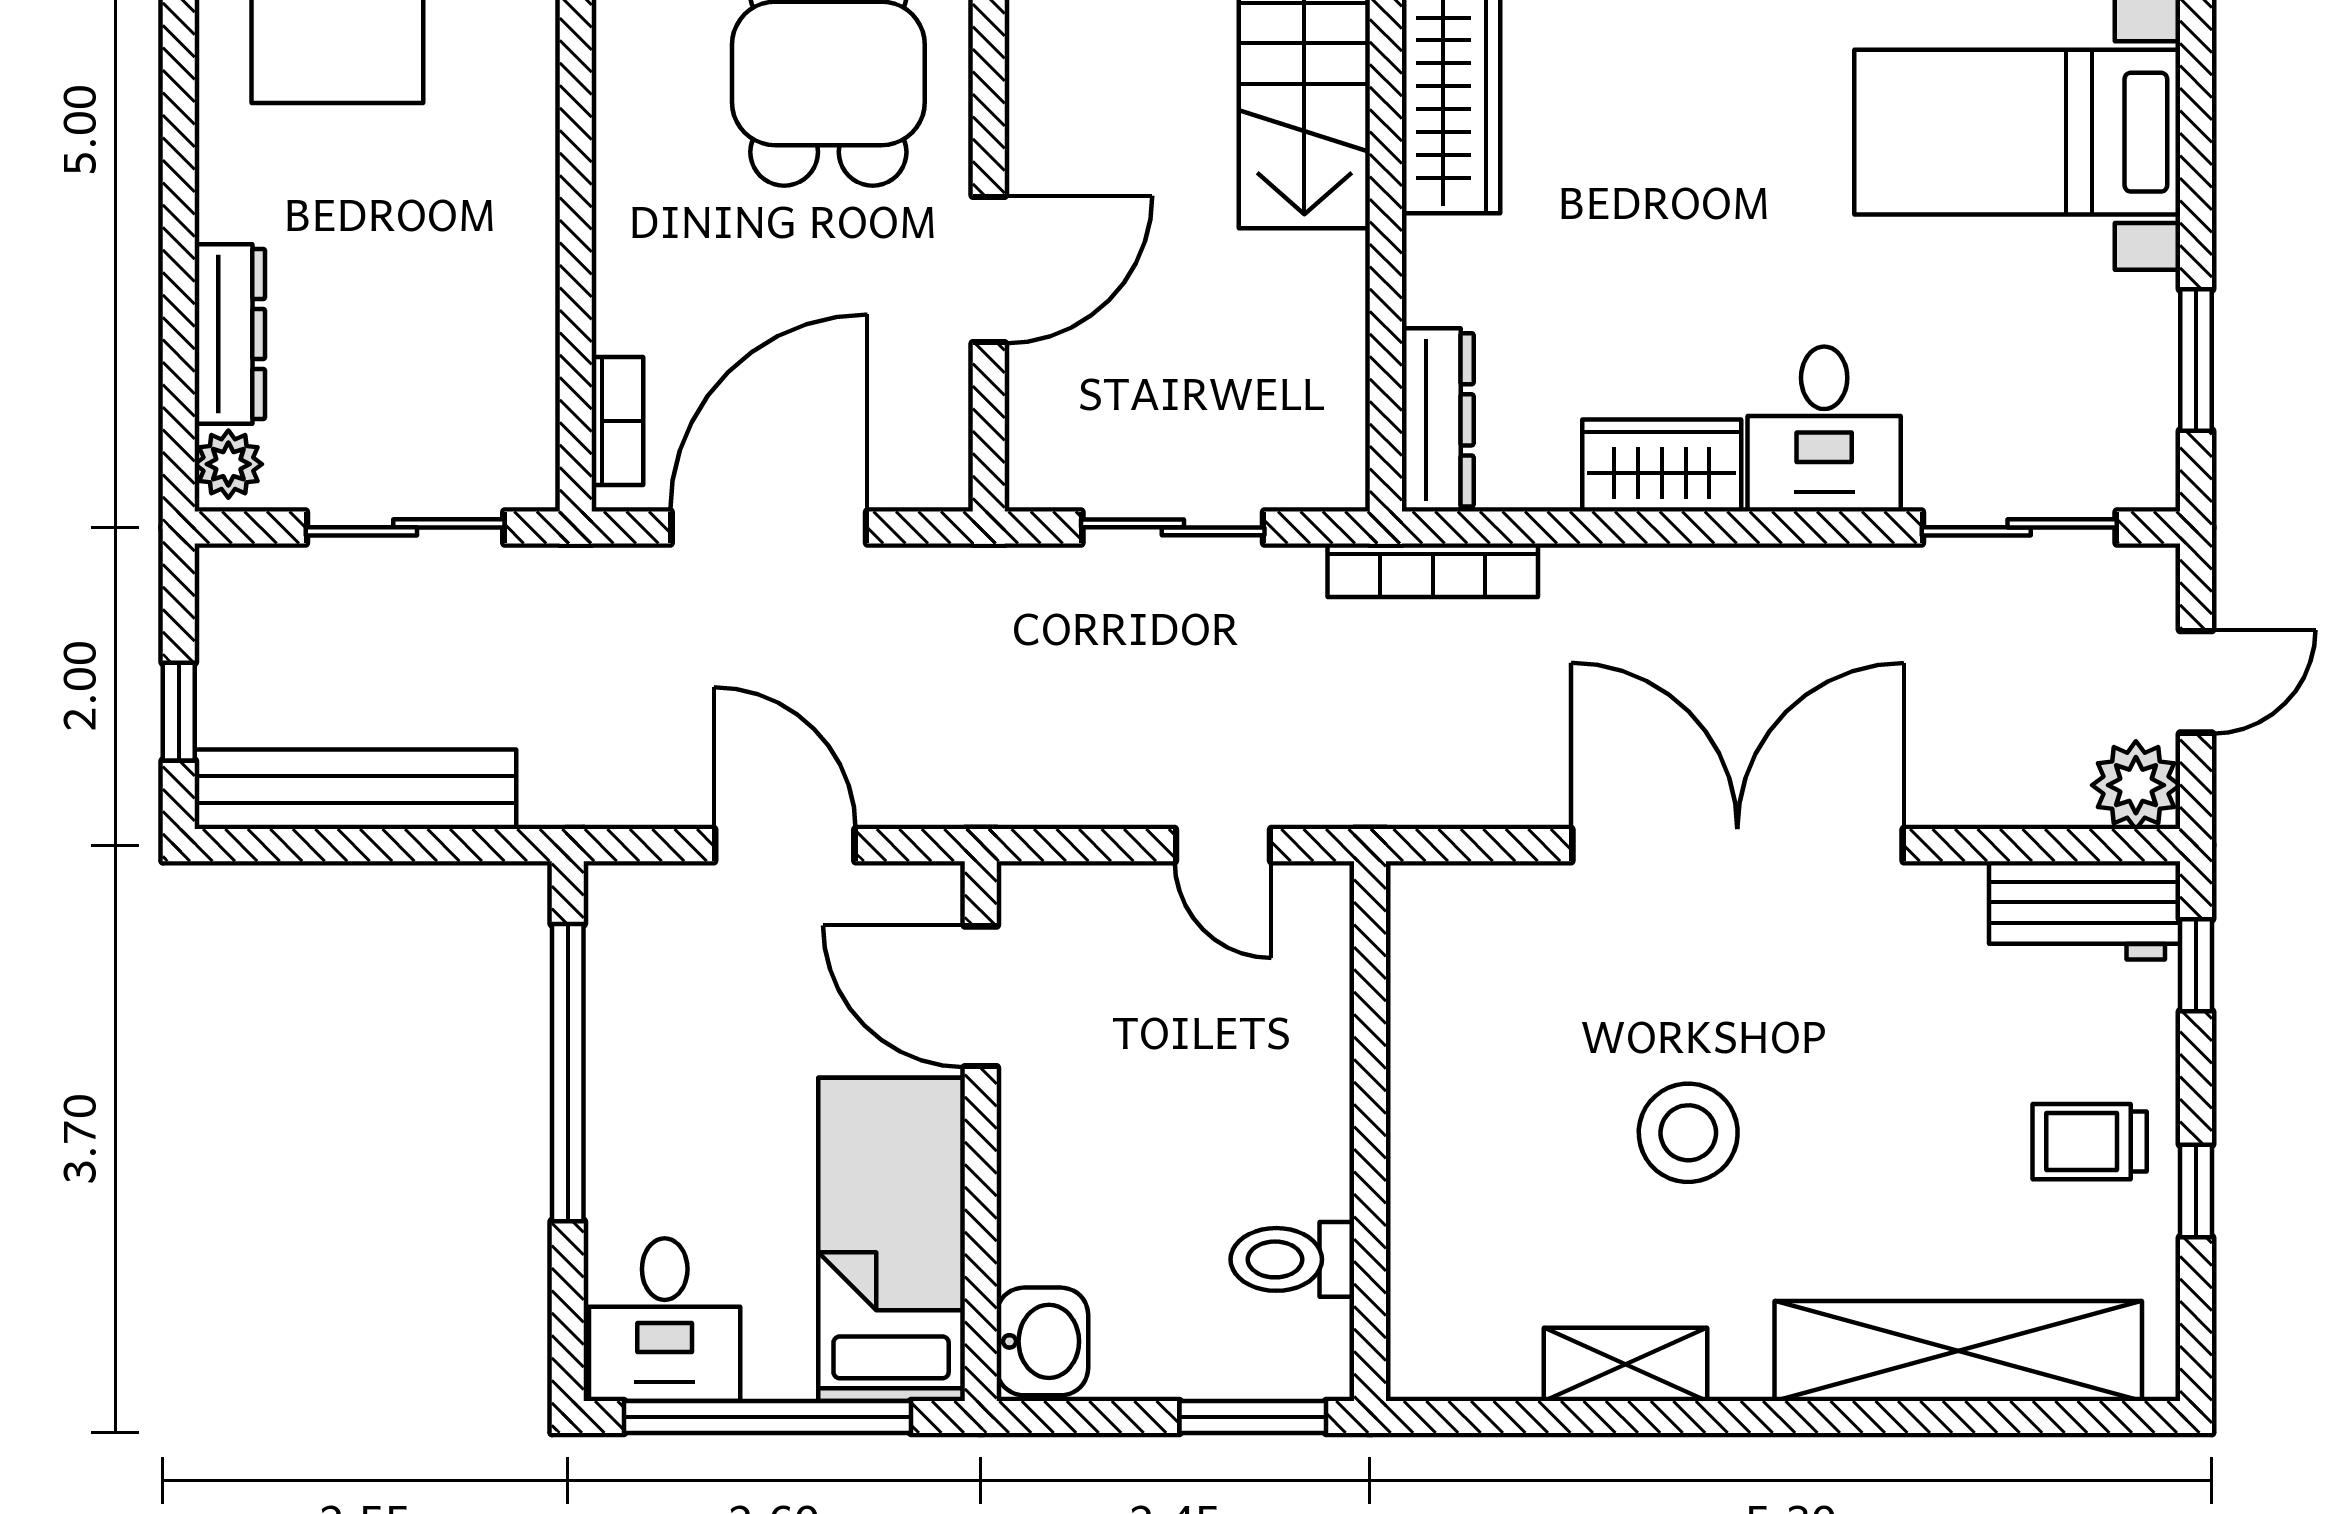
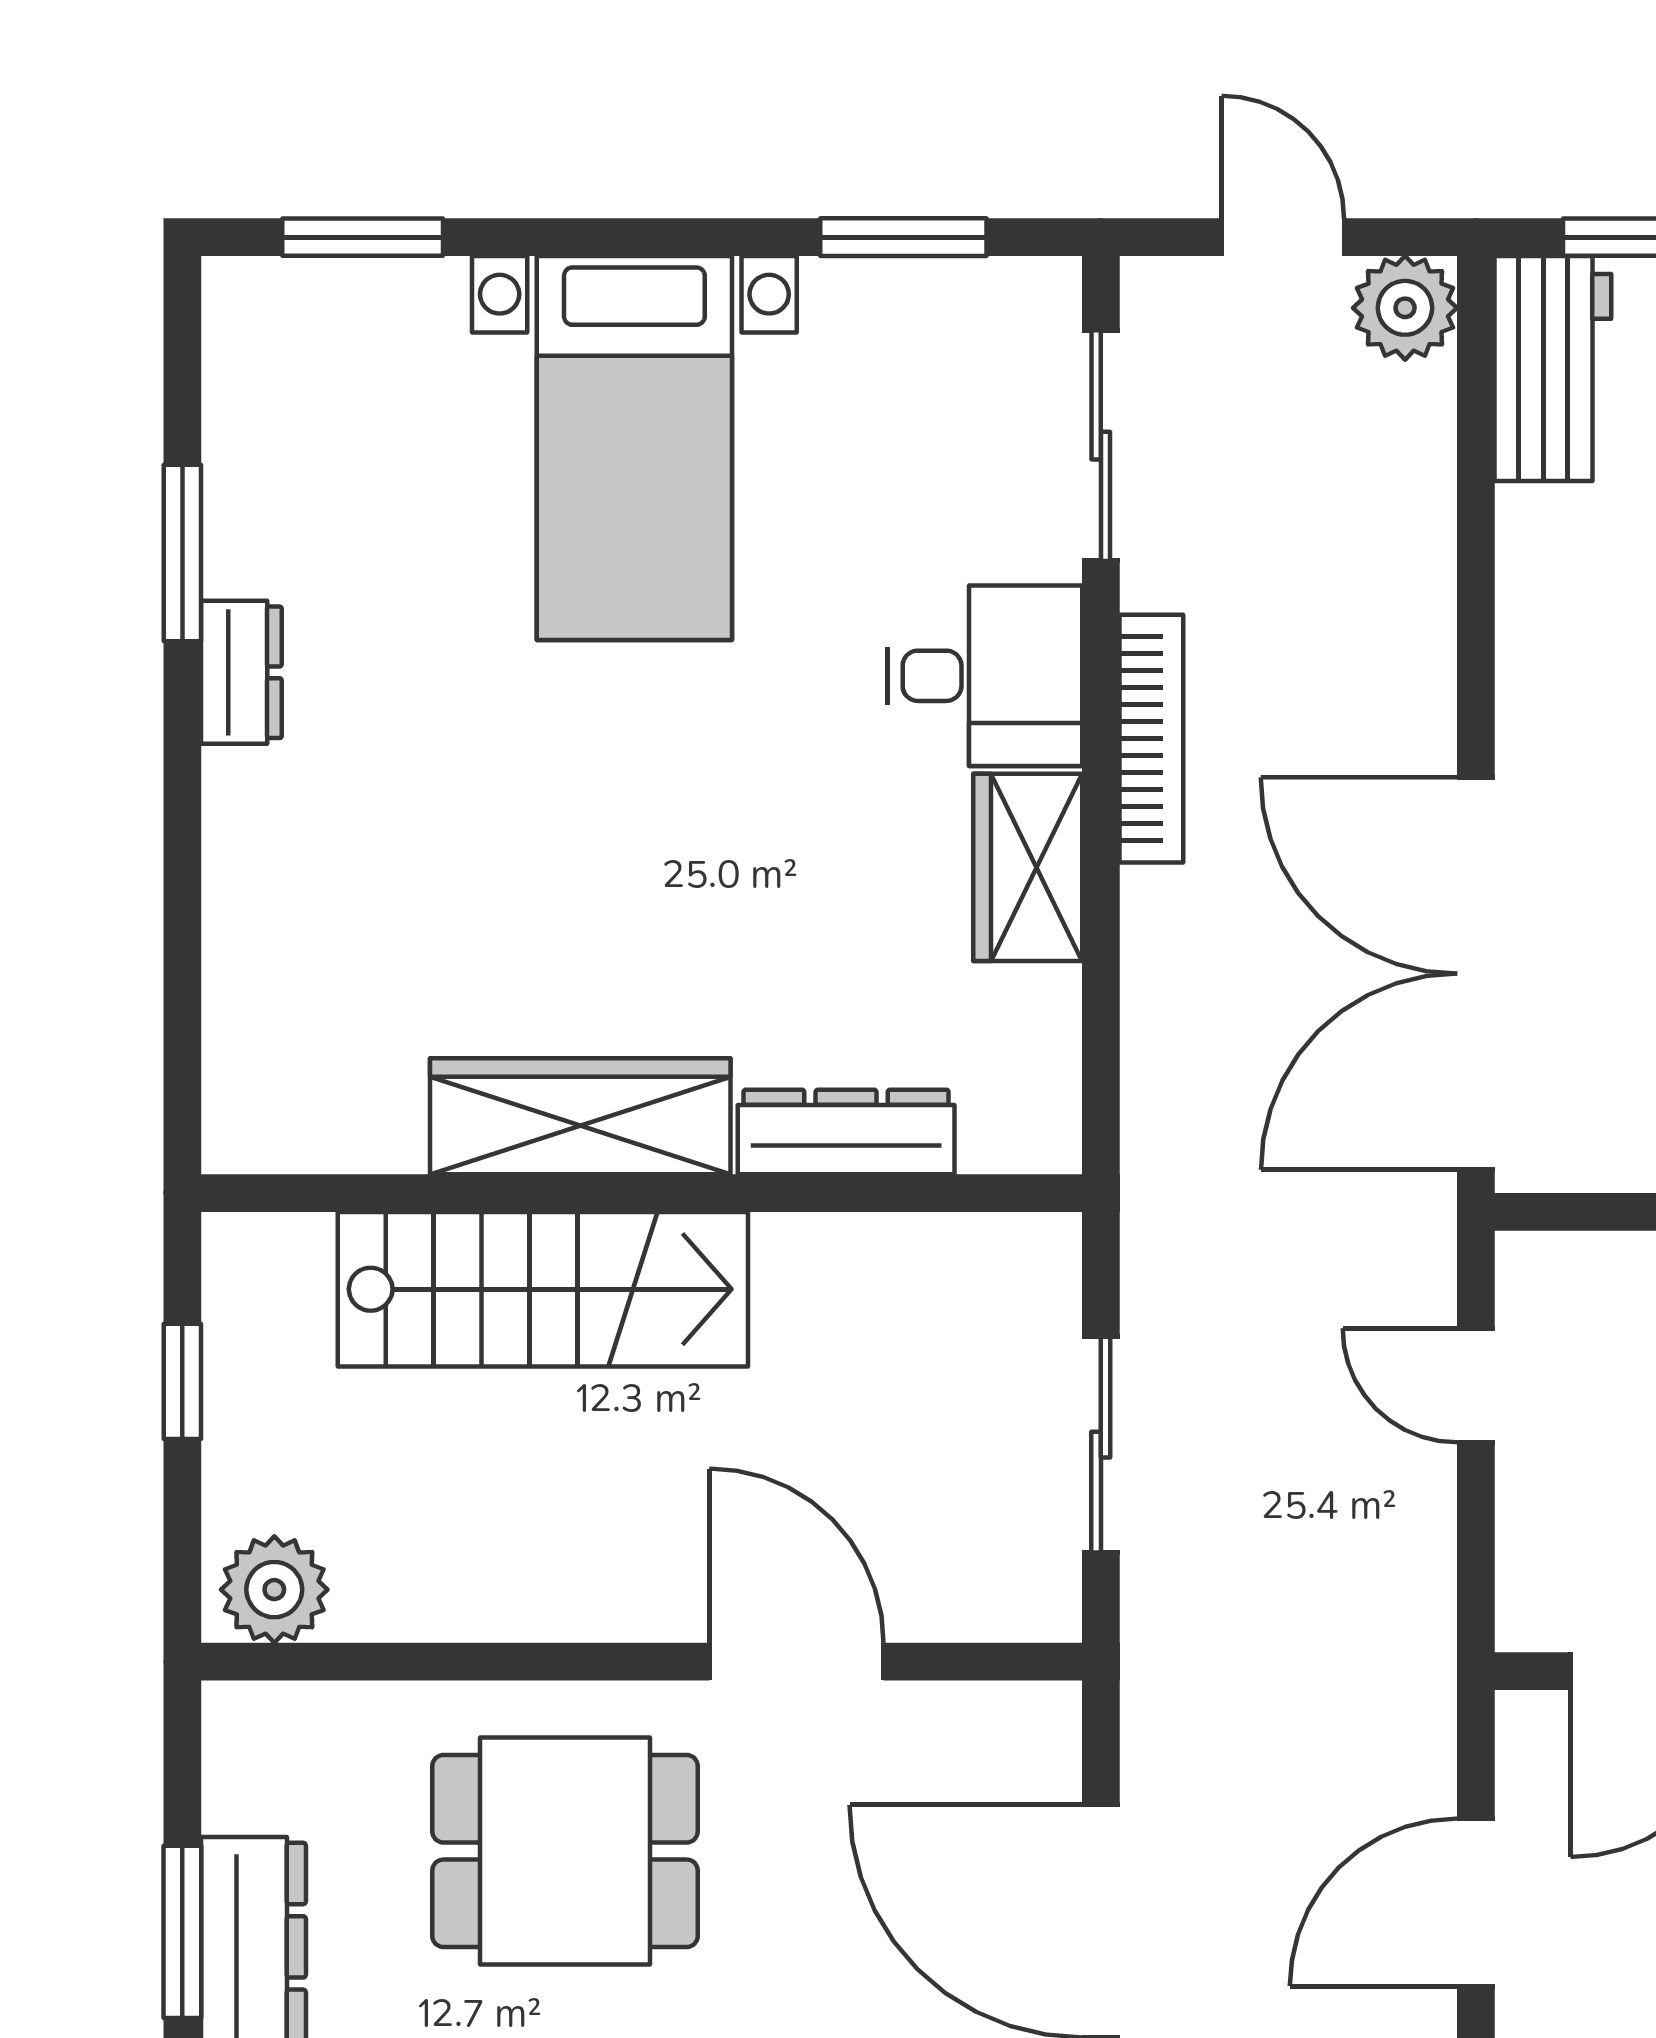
dresser: (1438, 420) -> (846, 1132), moved
bookcase: (1433, 570) -> (1151, 739), moved
door: (1223, 845) -> (1476, 1385), swing flipped
double door: (1737, 845) -> (1476, 974), moved

